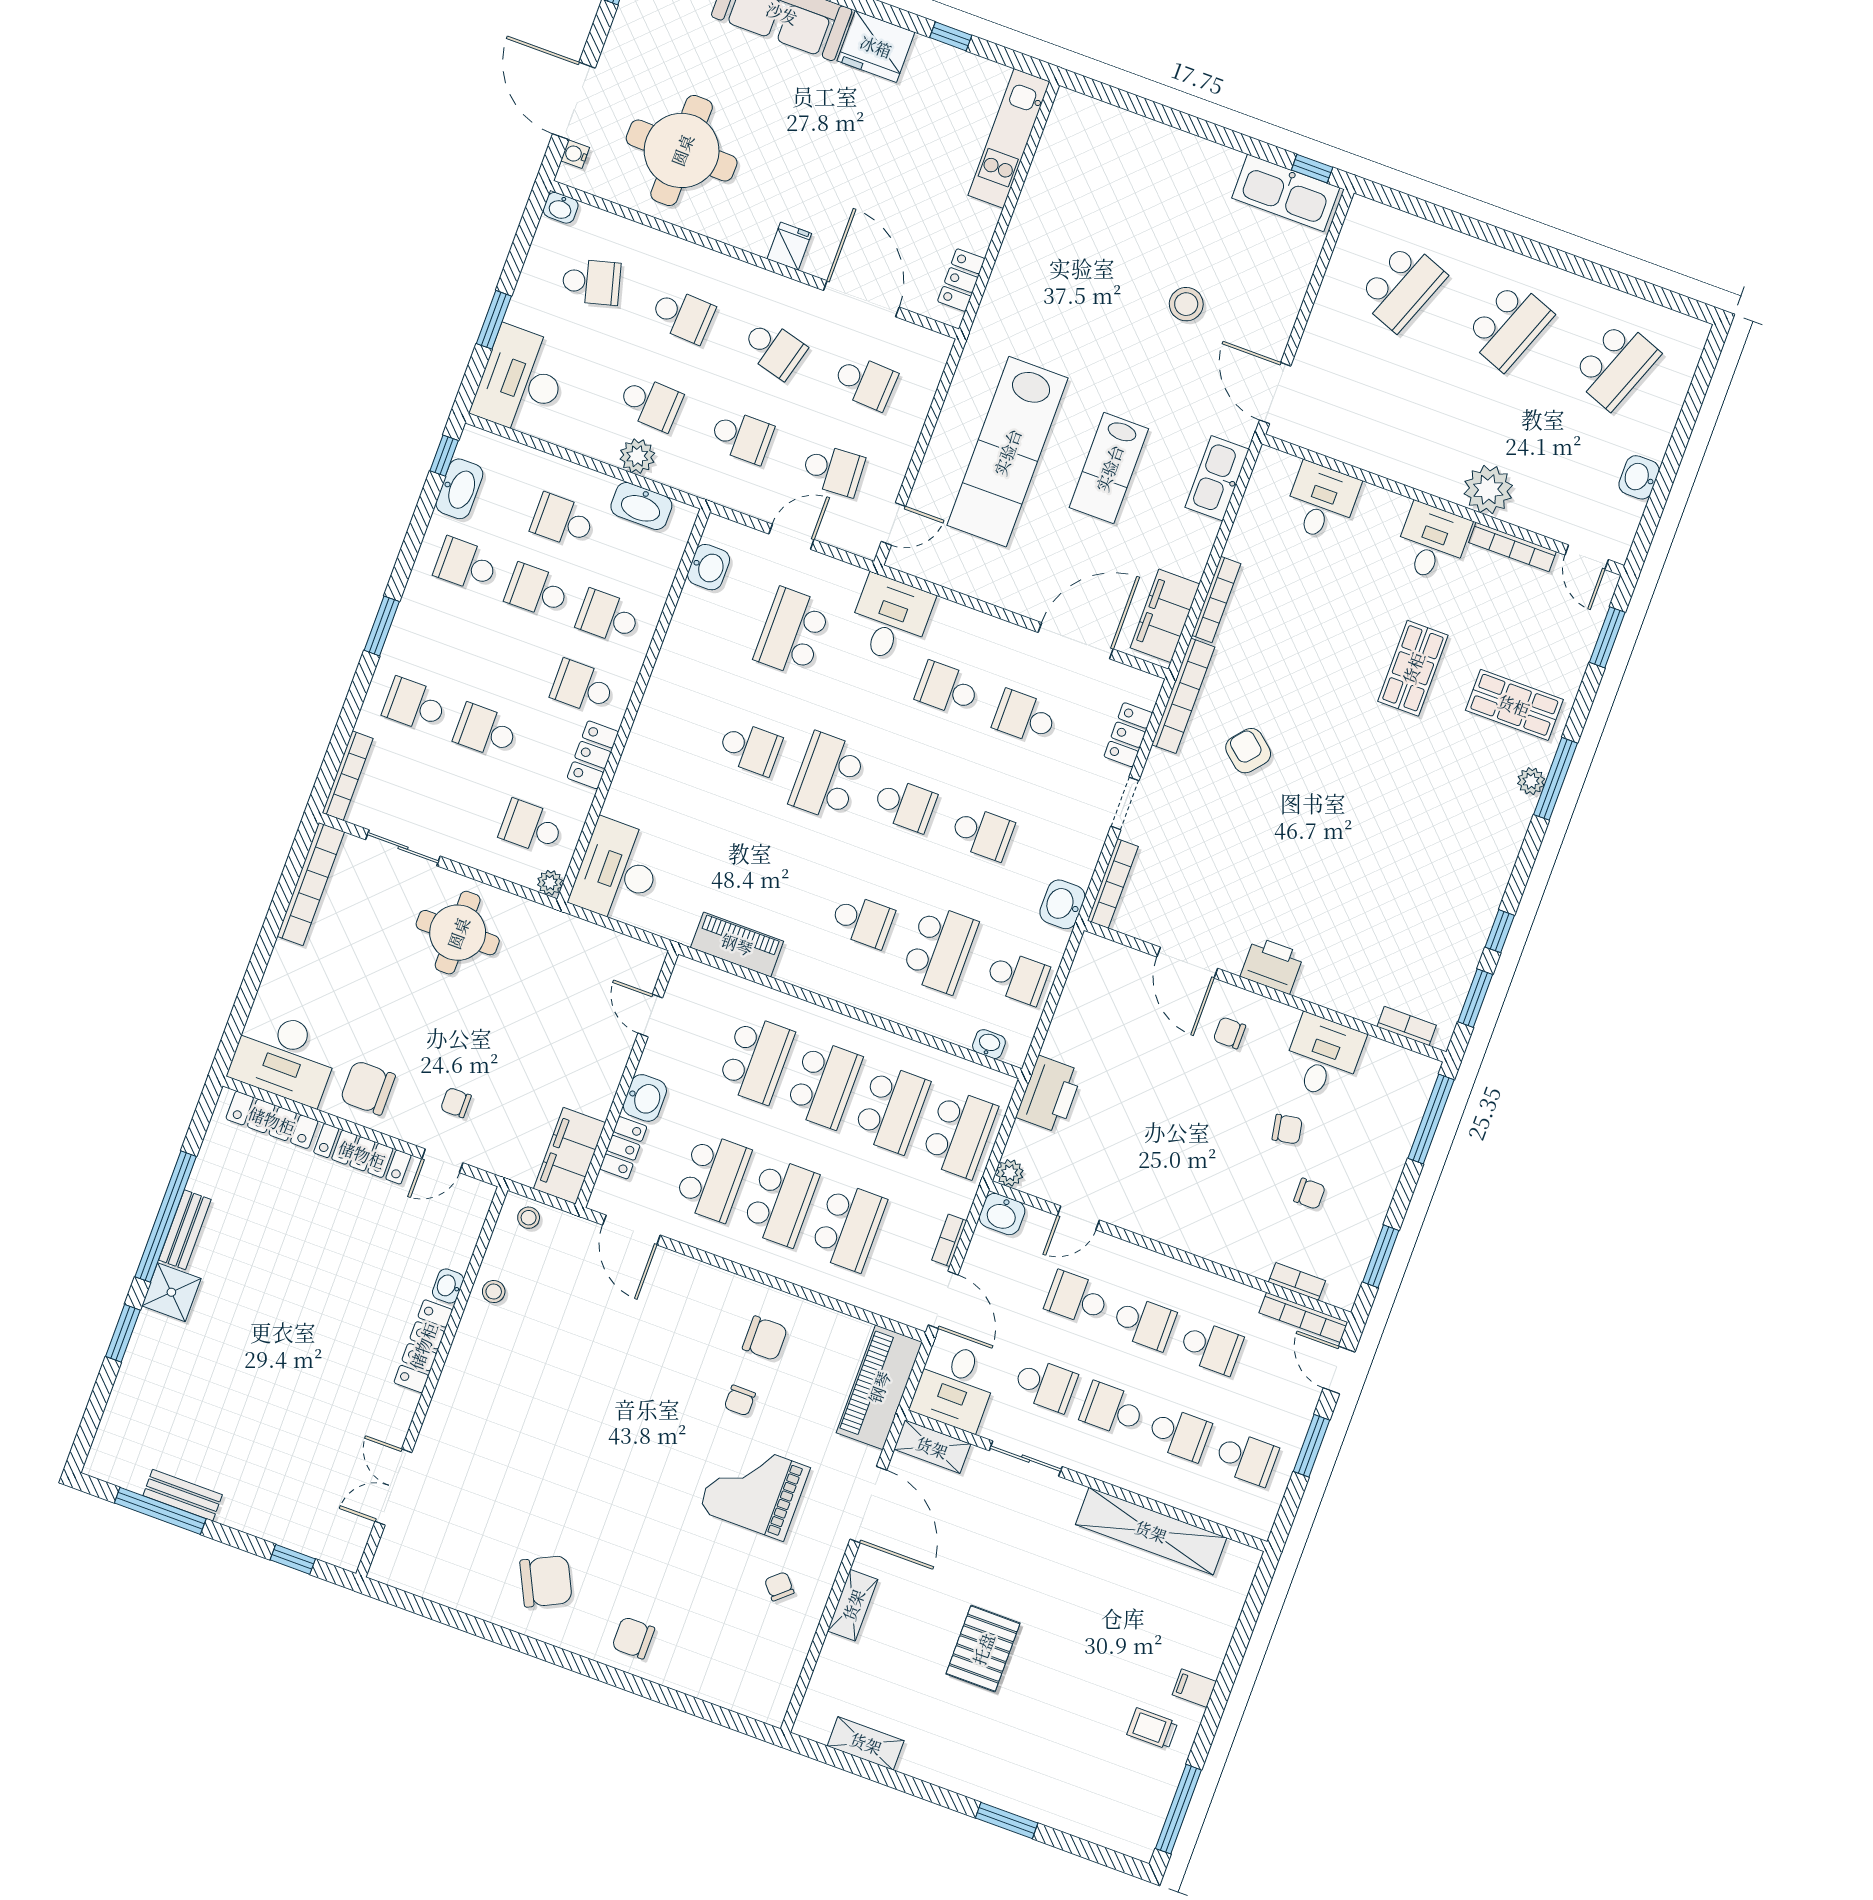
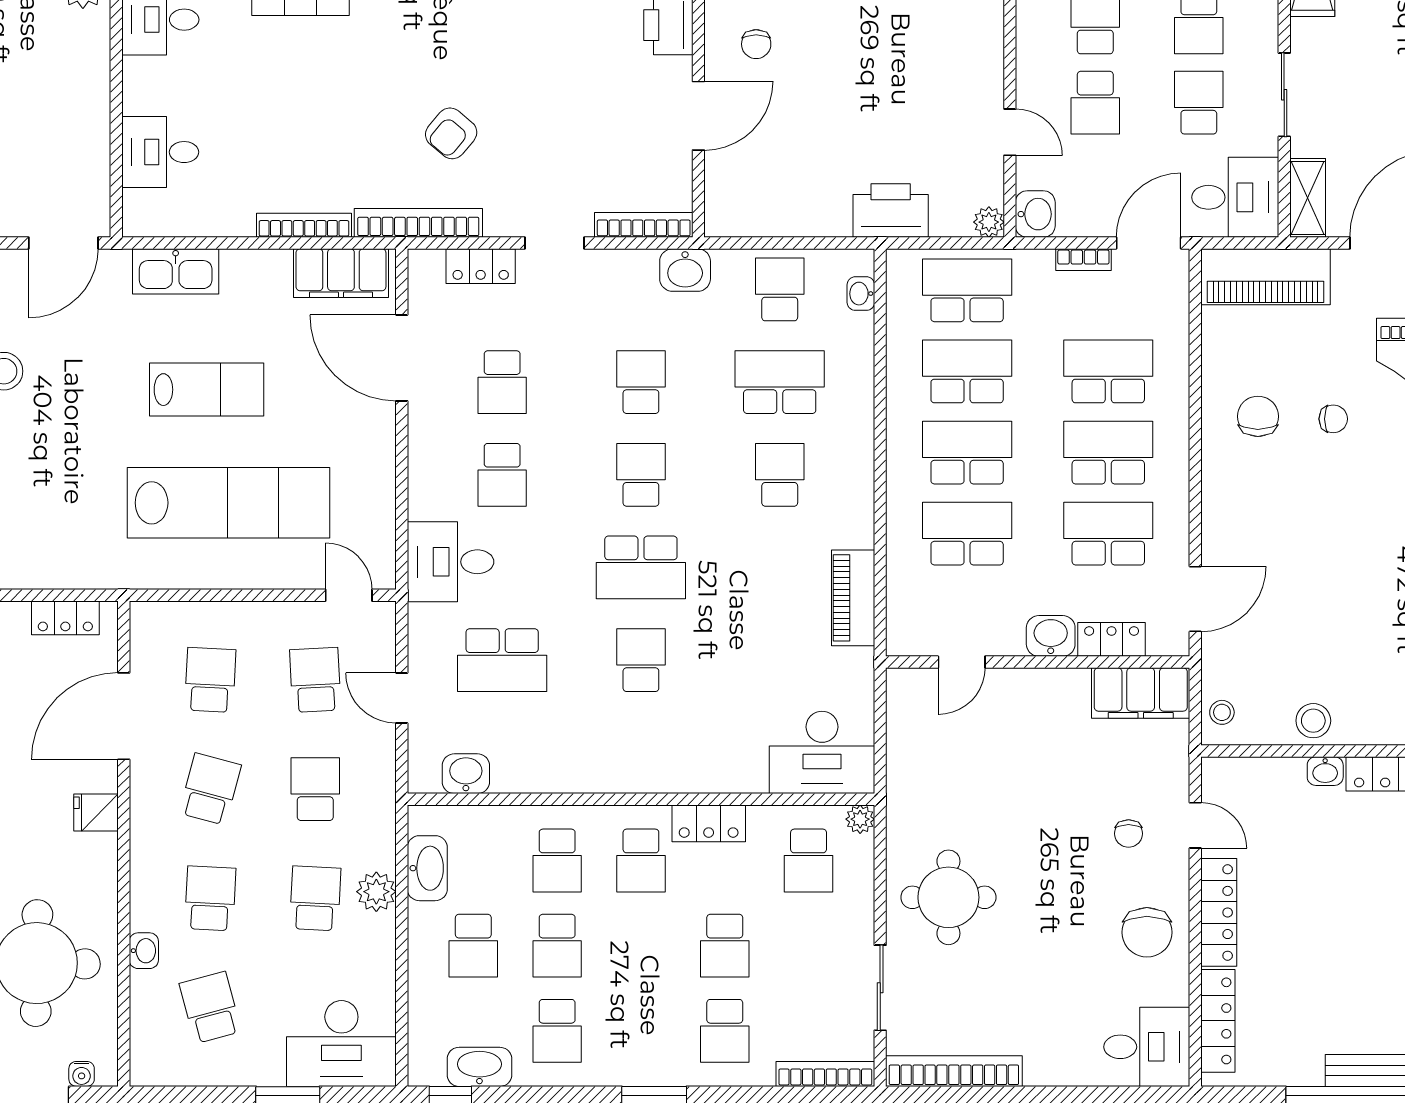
washbasin: (561, 208) -> (144, 951), moved
desk: (284, 1057) -> (1147, 1047), width x0.73
stool: (494, 1292) -> (1313, 721), width x1.37, depth x1.37

